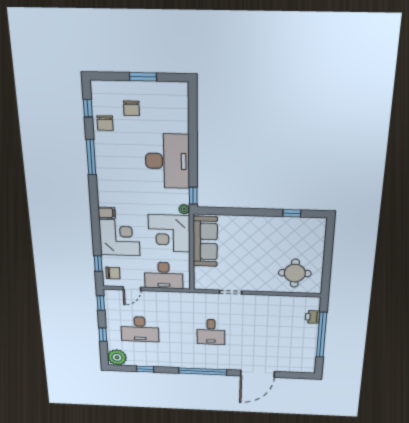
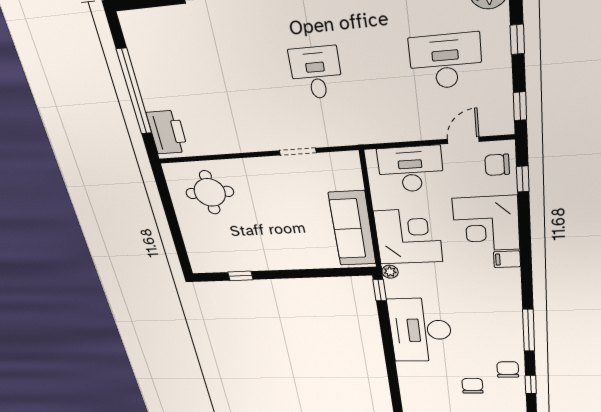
printer: (313, 317) -> (167, 132), width x1.87, depth x1.48

